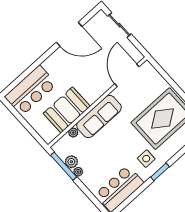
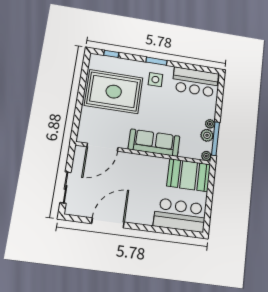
door: (69, 34) -> (108, 223), hinge flipped
booth: (67, 110) -> (189, 175), moved
plant: (73, 133) -> (206, 156), moved

